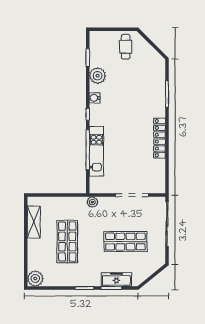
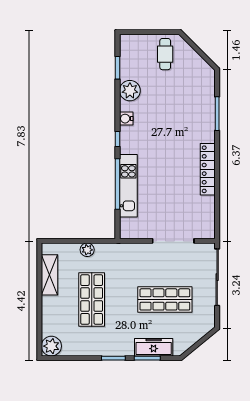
plant: (92, 202) -> (87, 250), moved

